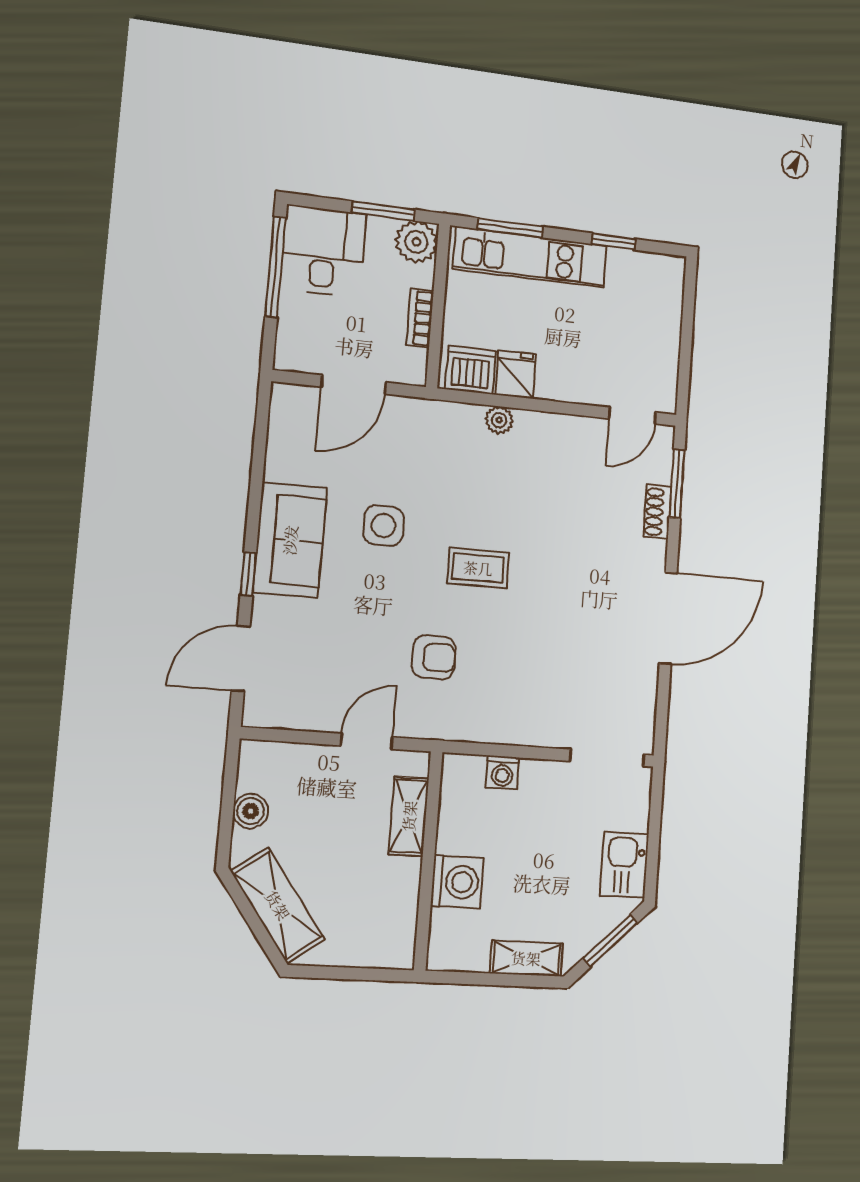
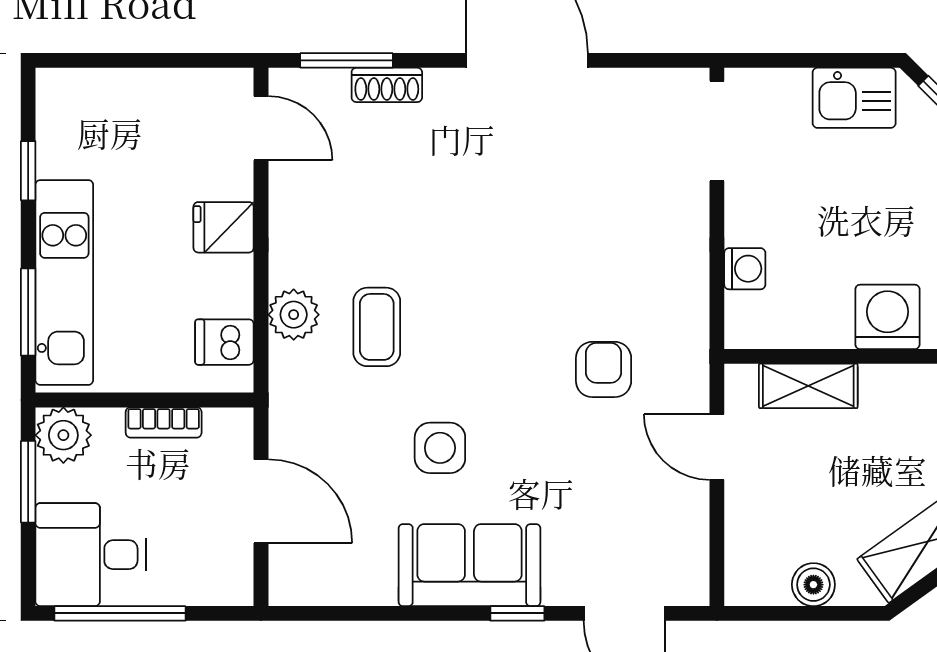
dishwasher: (471, 370) -> (224, 342), width x0.73
fridge: (516, 374) -> (224, 227), moved
plant: (499, 420) -> (294, 315), width x1.38, depth x1.38
coffee table: (478, 568) -> (377, 327), moved

